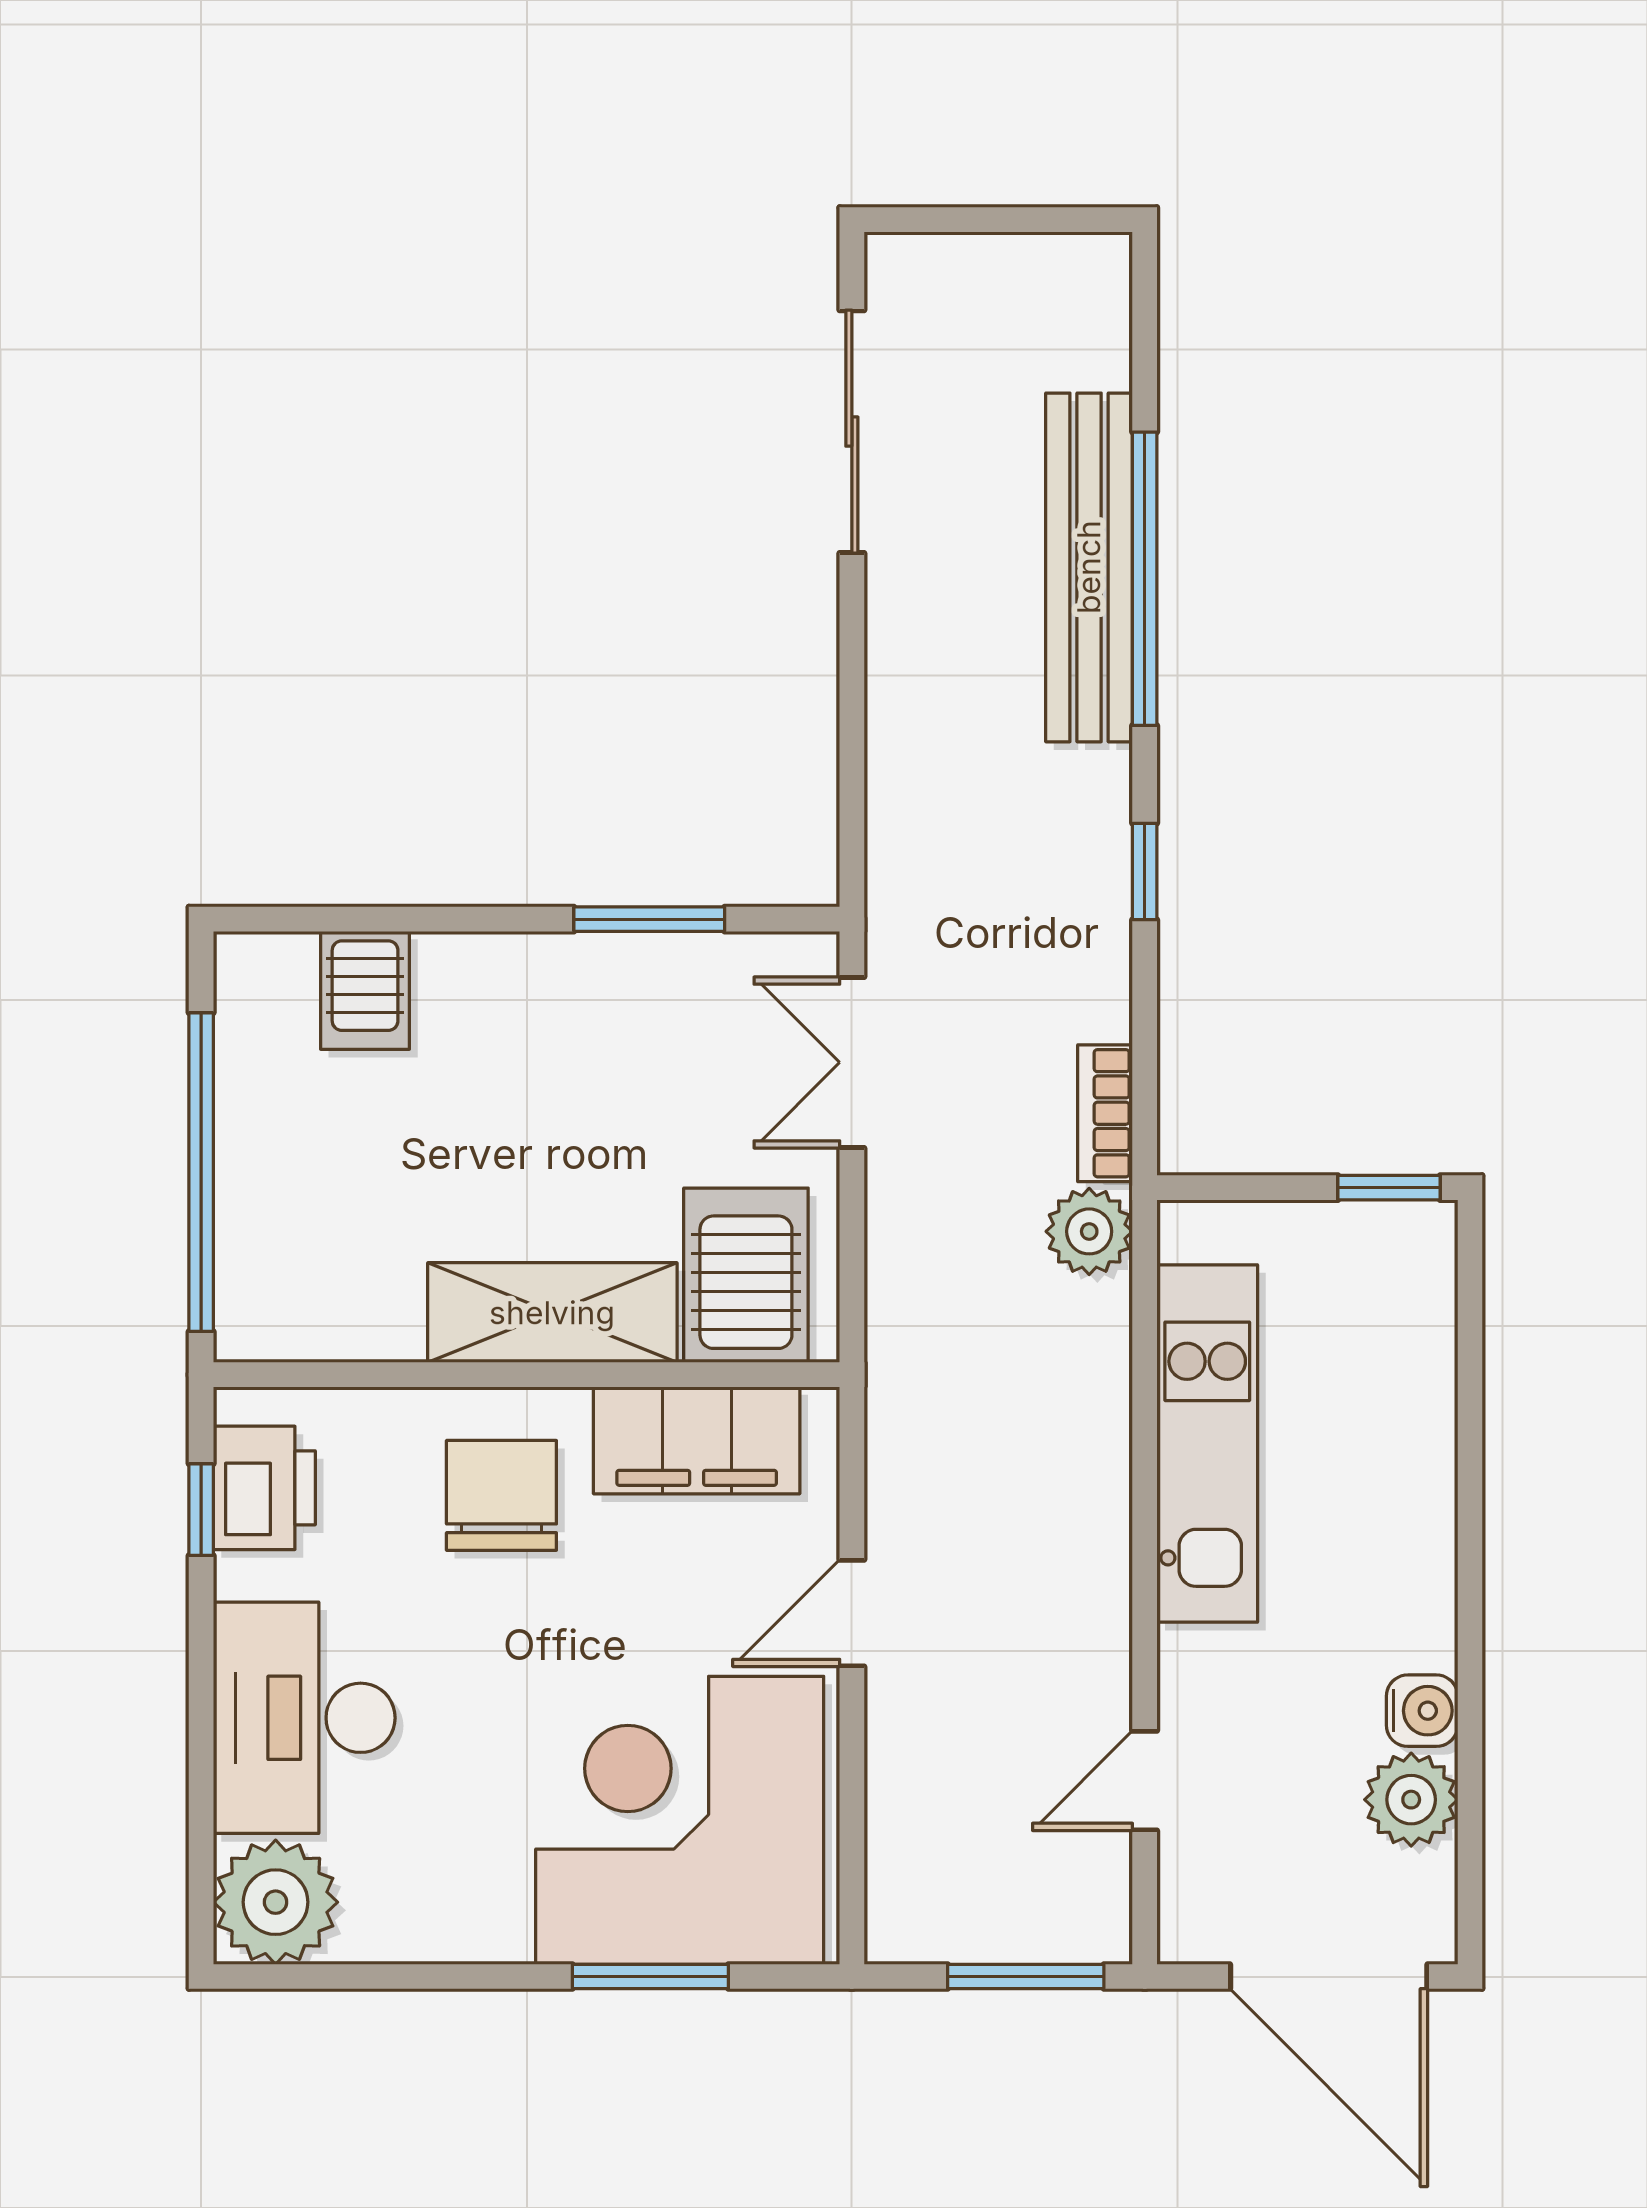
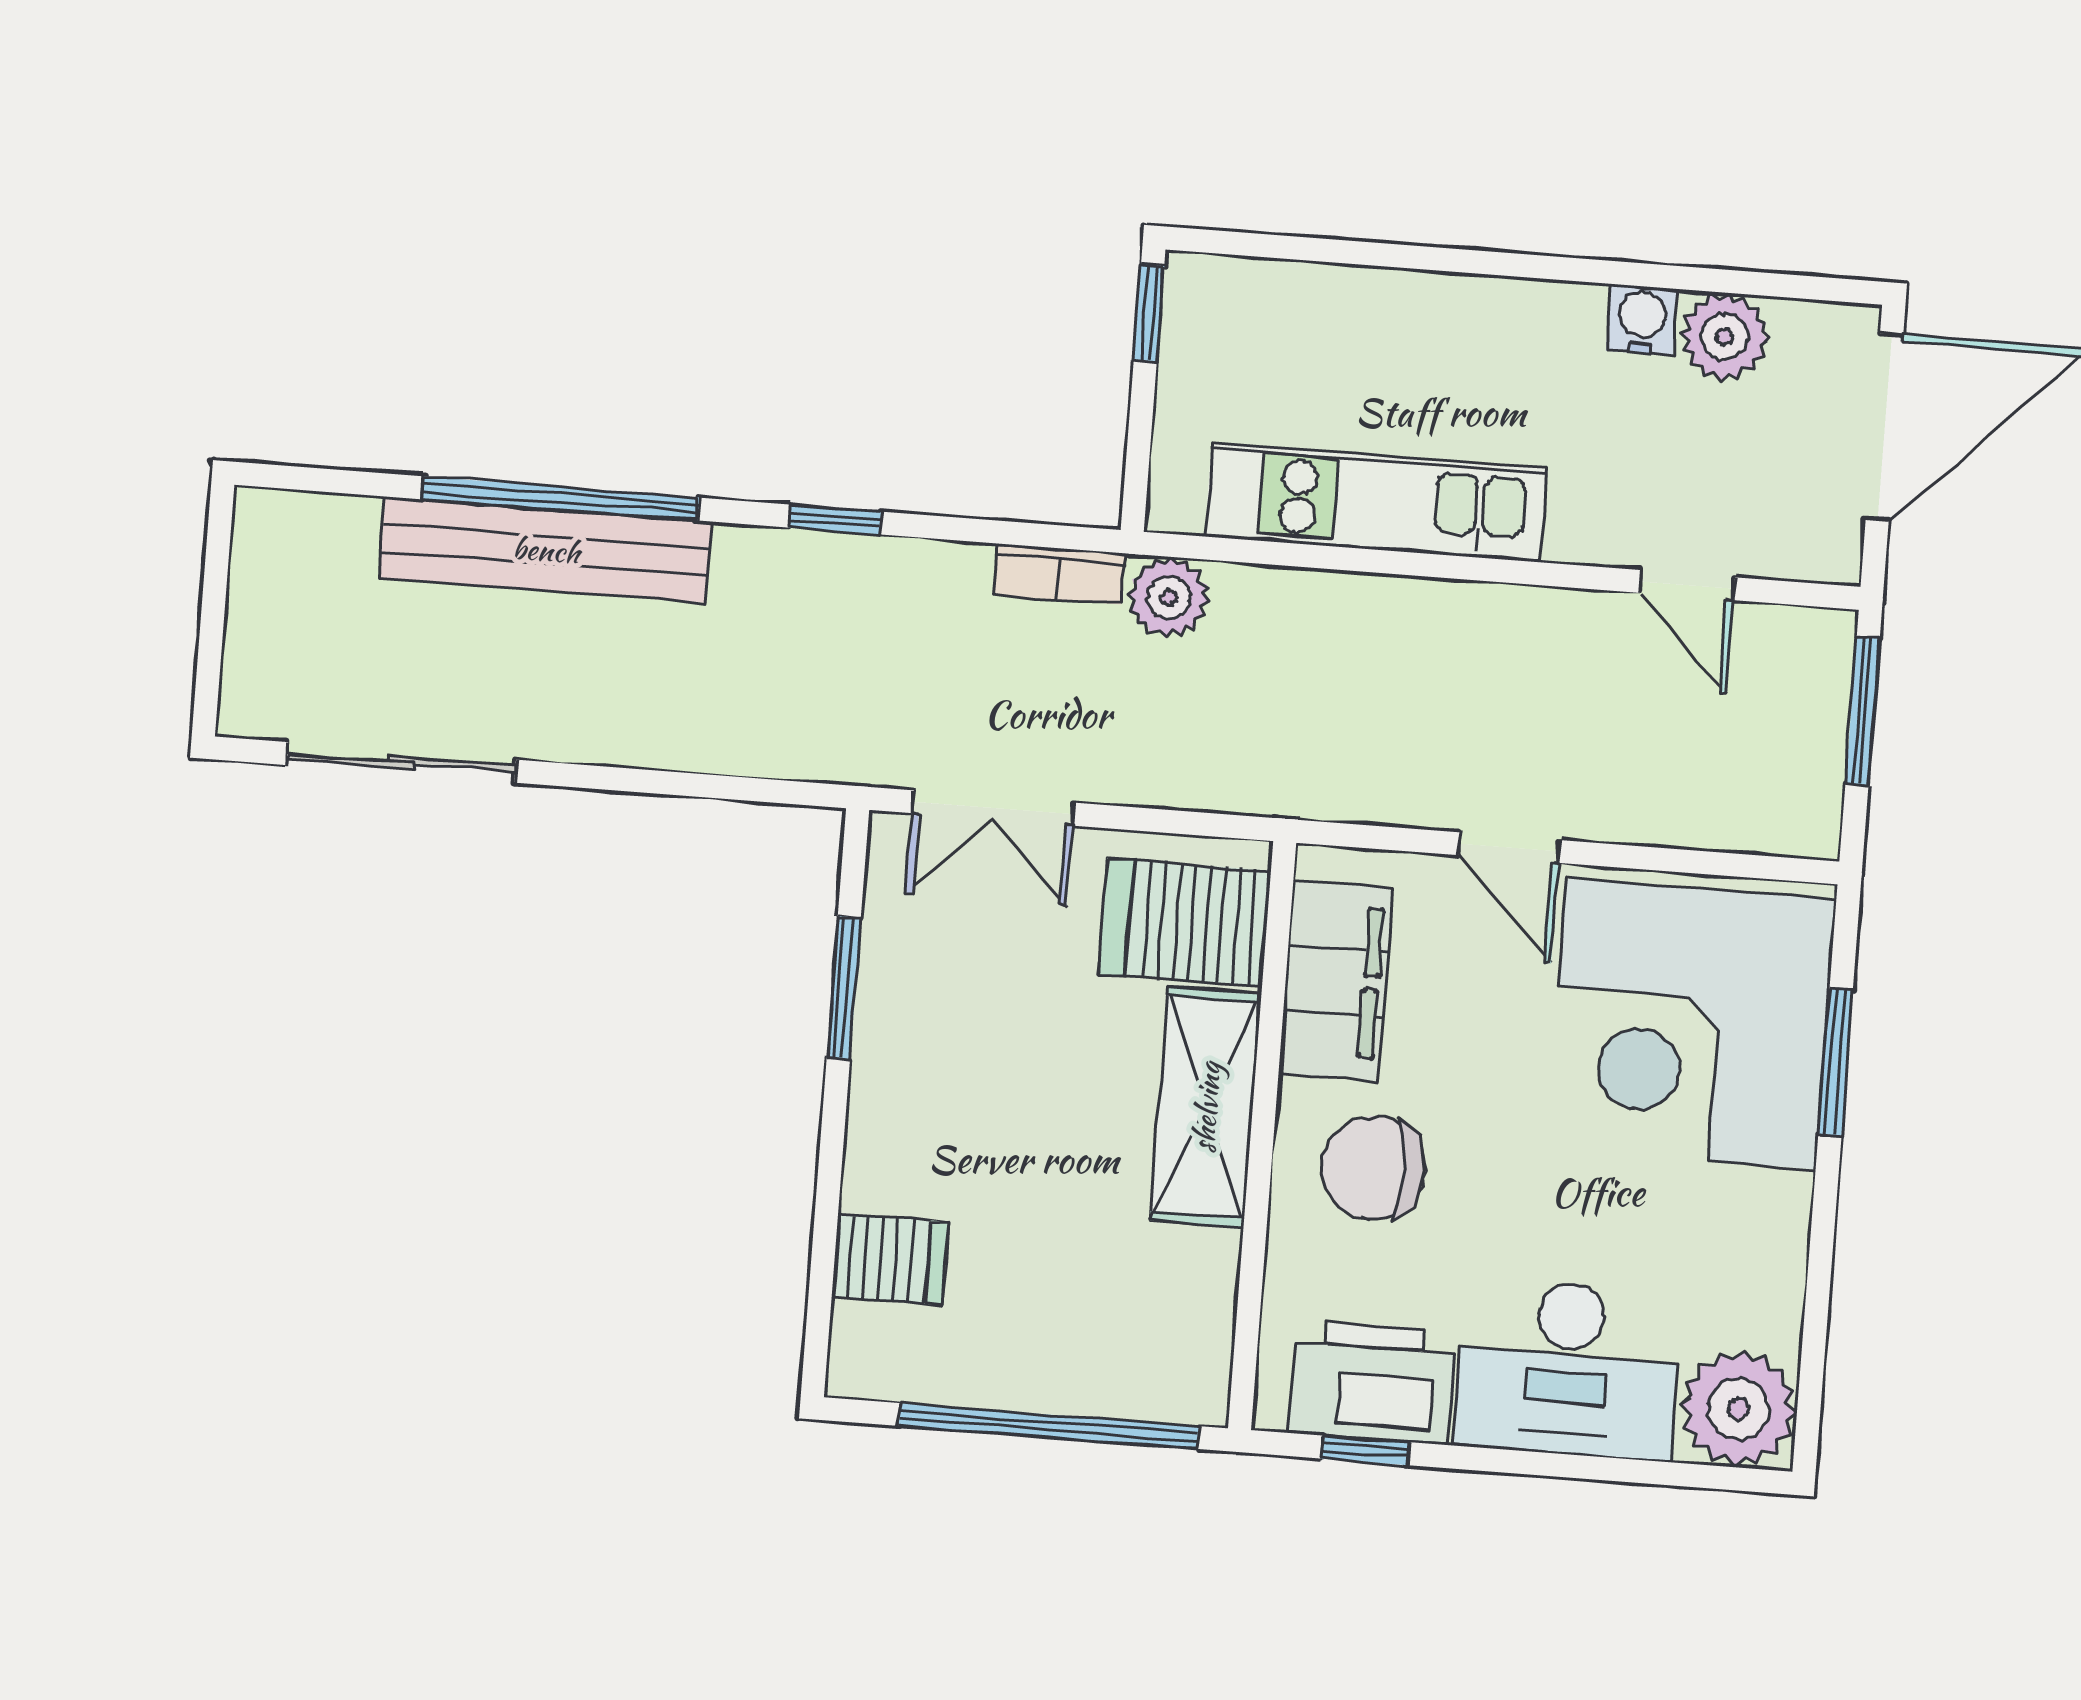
printer: (264, 1488) -> (1372, 1382), width x1.37, depth x1.19

